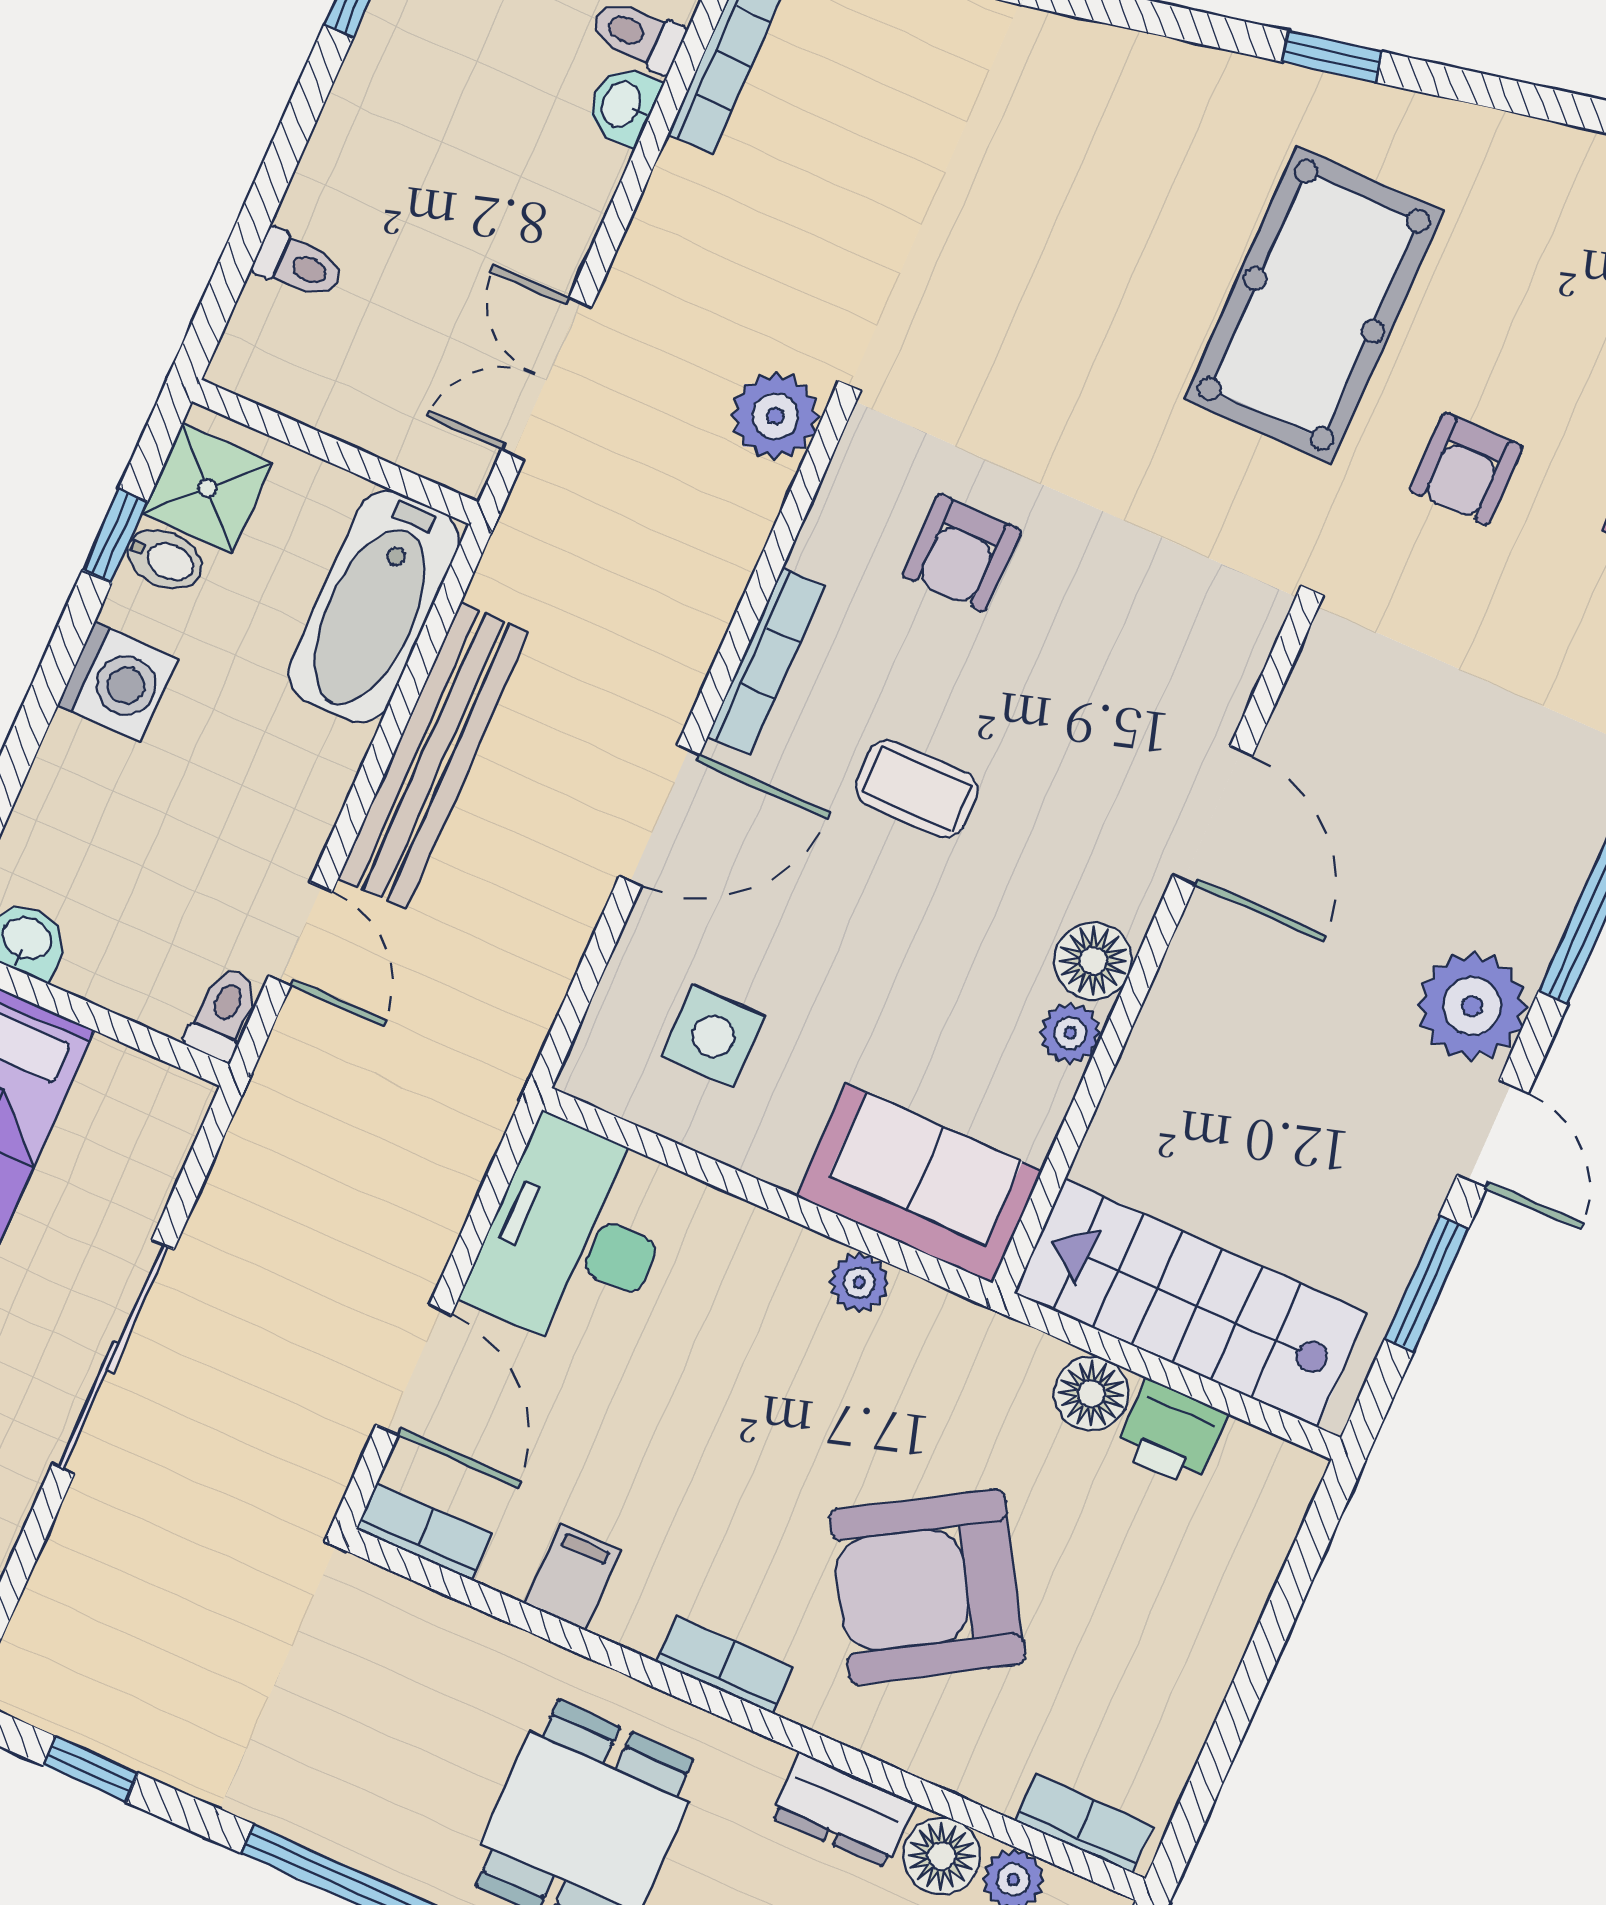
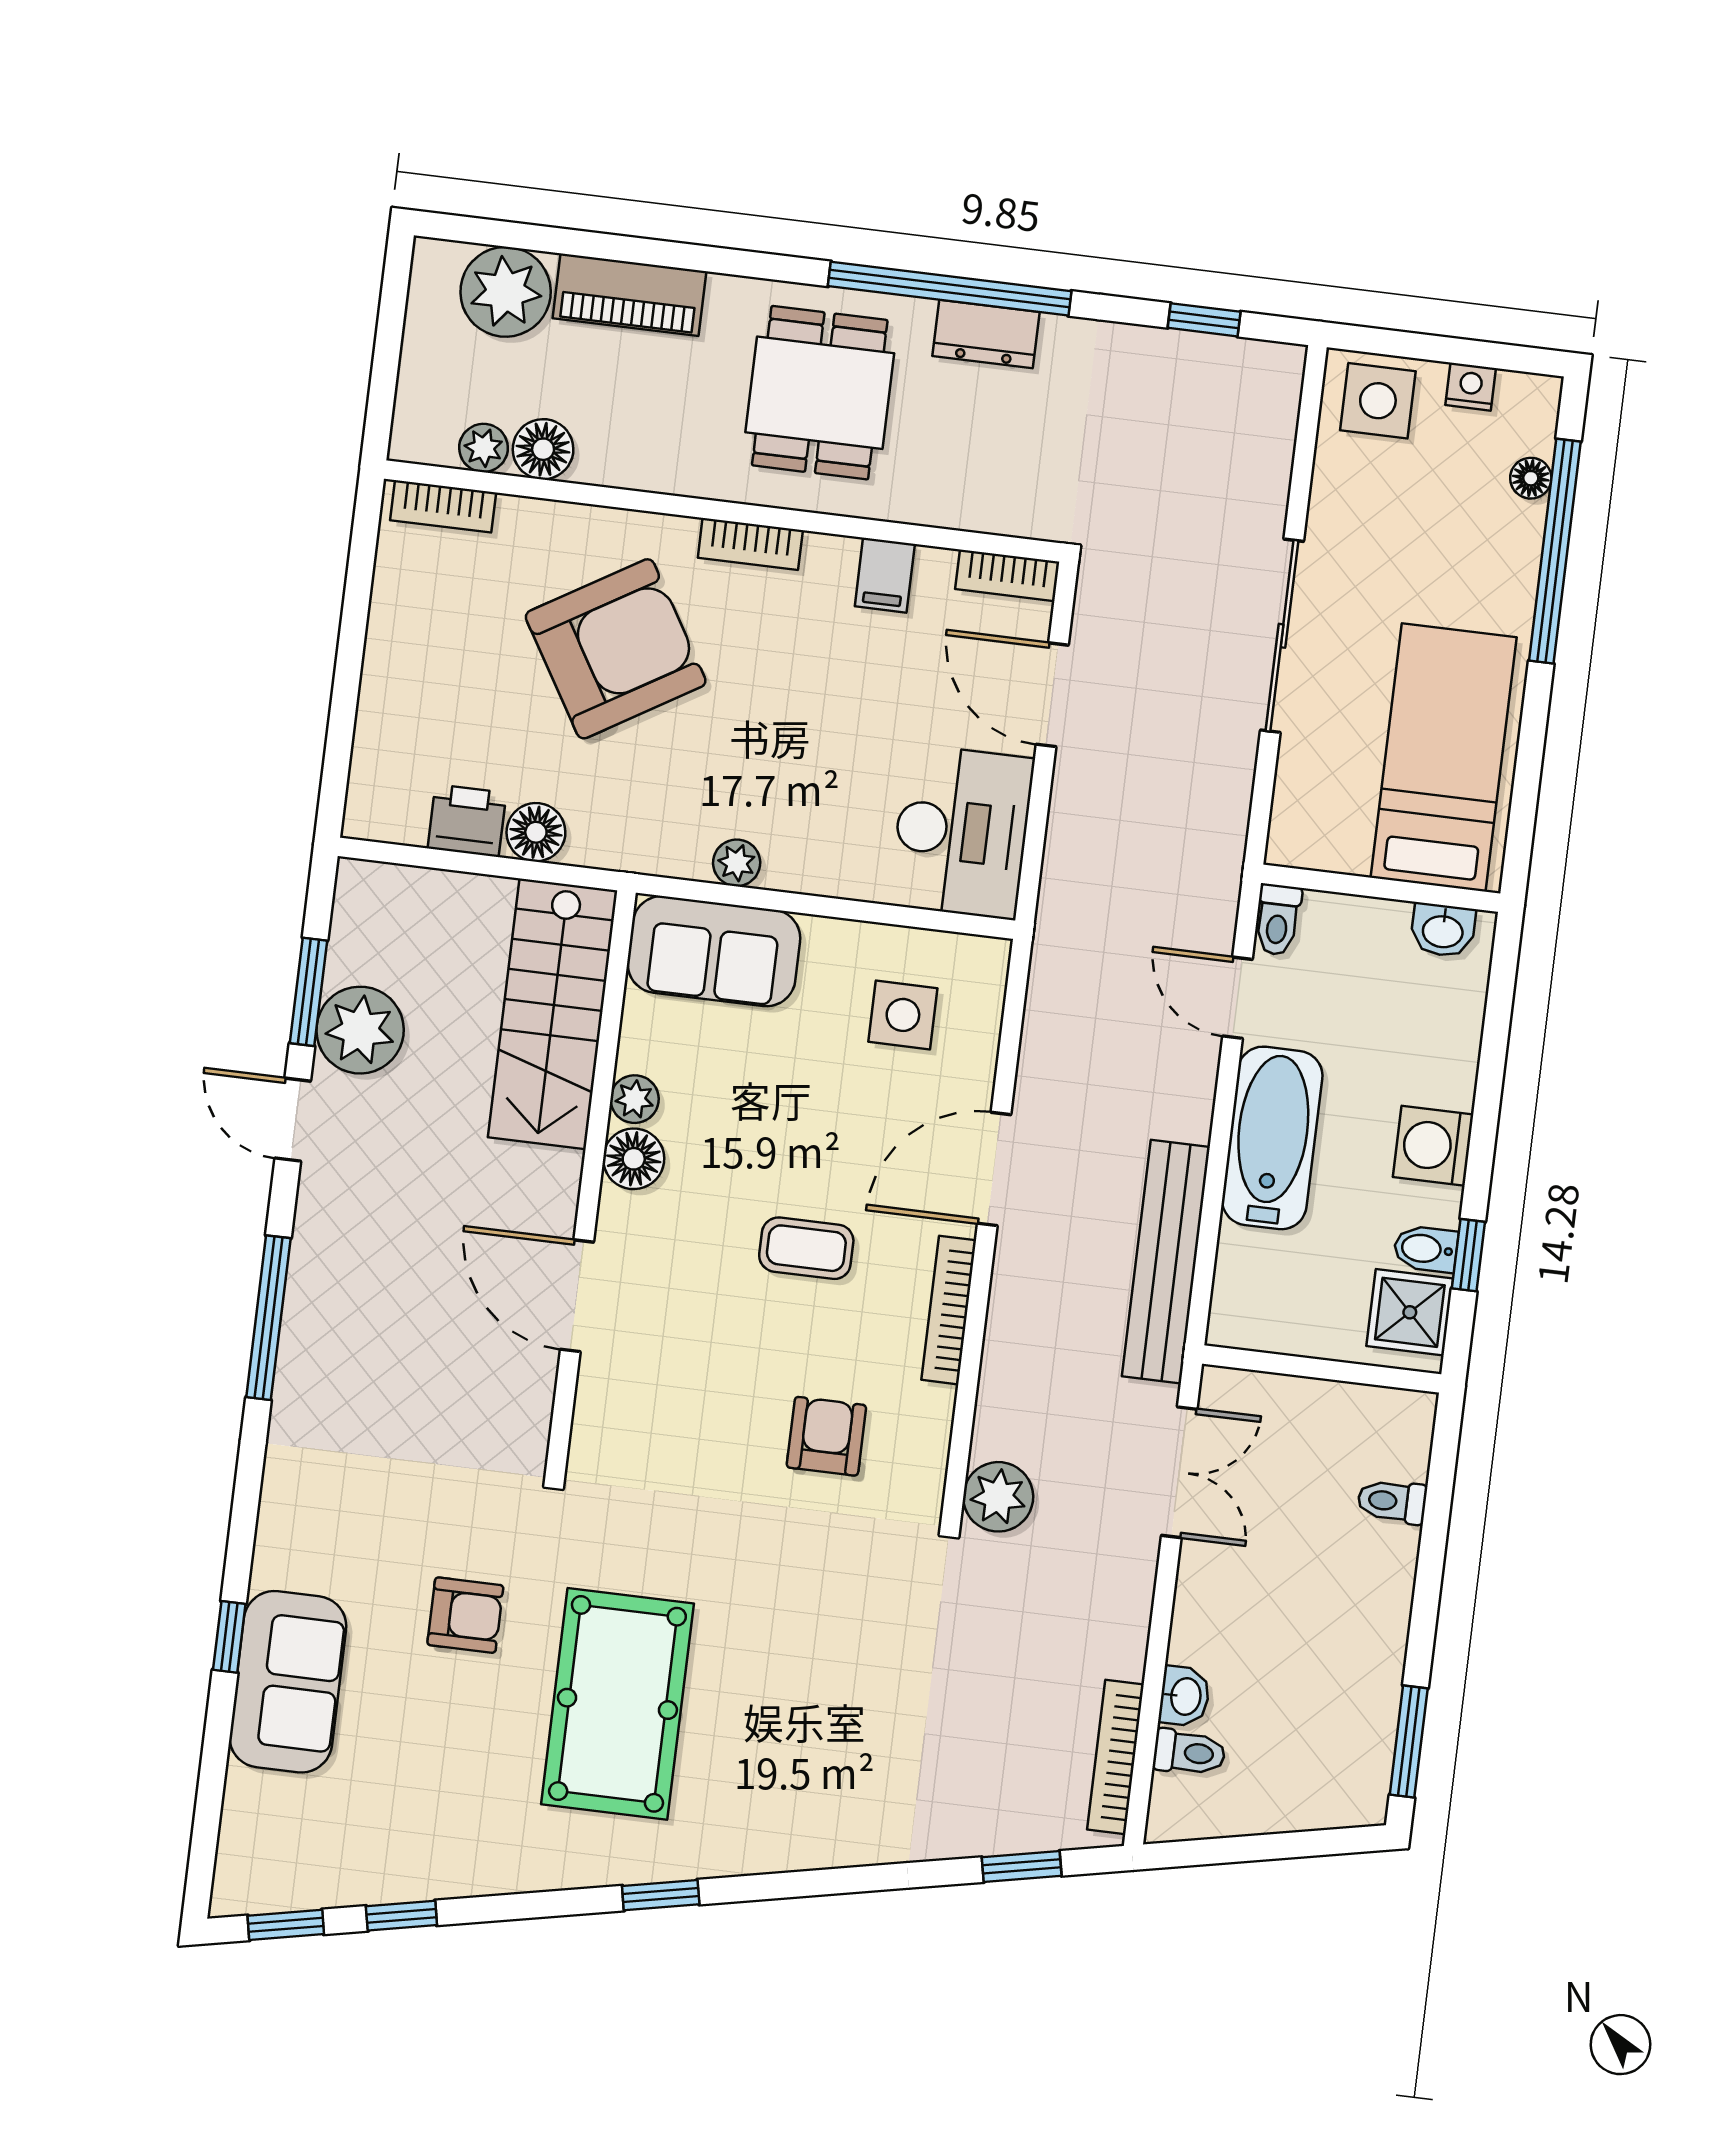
armchair: (1466, 469) -> (465, 1615), turned 90
bathtub: (374, 606) -> (1272, 1138), moved
bench: (433, 756) -> (1166, 1262), moved
plant: (1472, 1006) -> (360, 1030), moved
stairs: (1191, 1303) -> (553, 1014), moved, turned 90
dresser: (843, 1810) -> (986, 334), moved, turned 180

